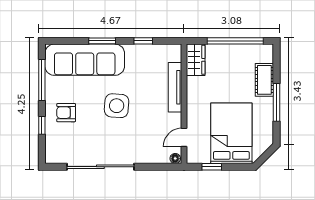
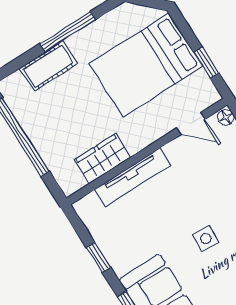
wardrobe: (196, 60) -> (102, 159), moved
side table: (117, 106) -> (206, 238), width x0.54, depth x0.54

